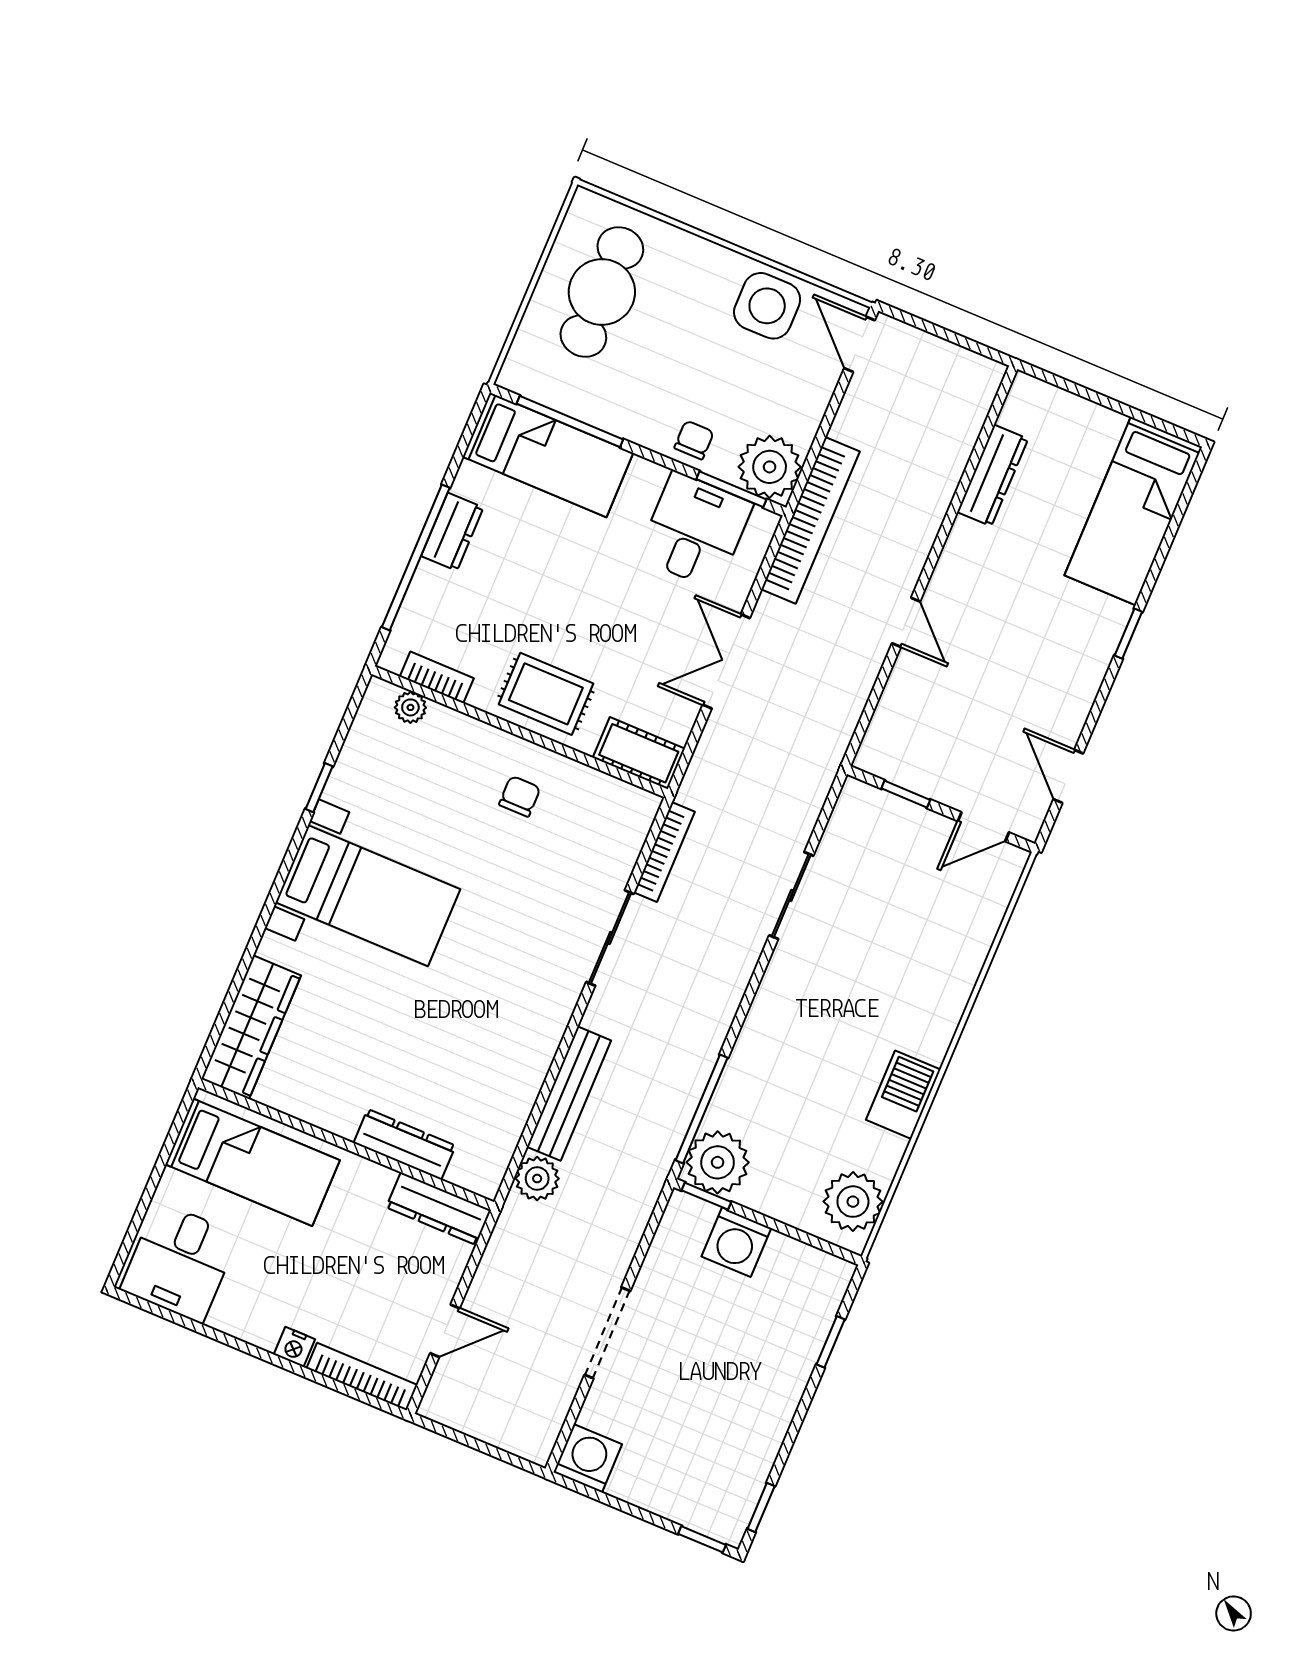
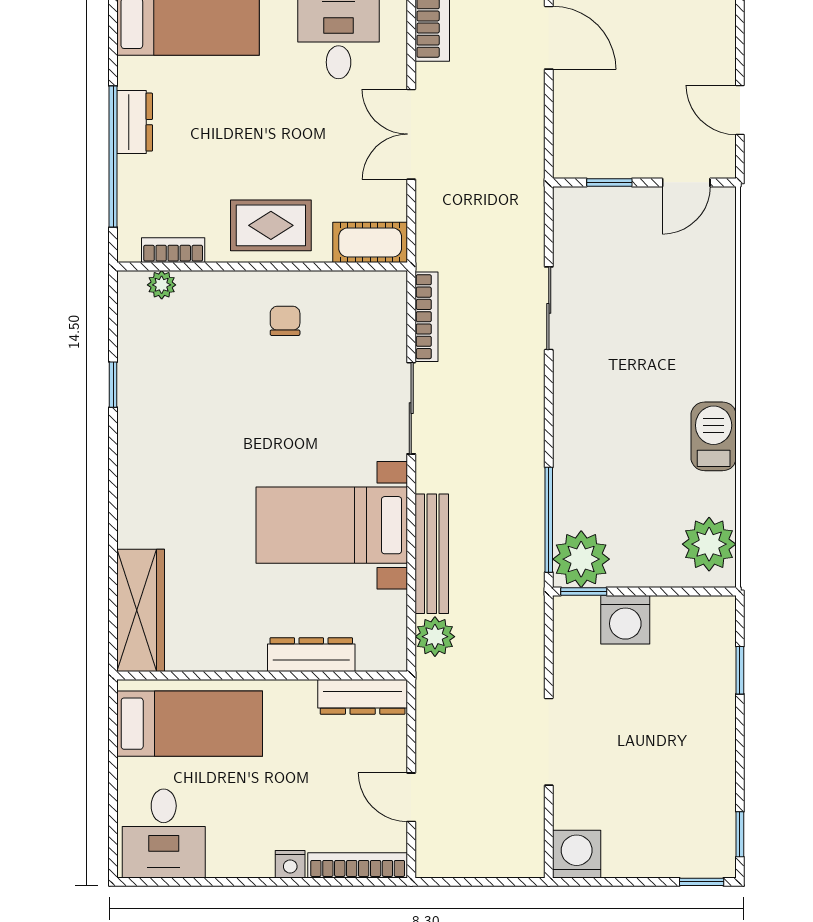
door: (906, 622) -> (549, 38), width x1.38
bed with nightstands: (368, 896) -> (332, 525), moved, turned 180
door: (445, 1331) -> (411, 797), swing flipped

